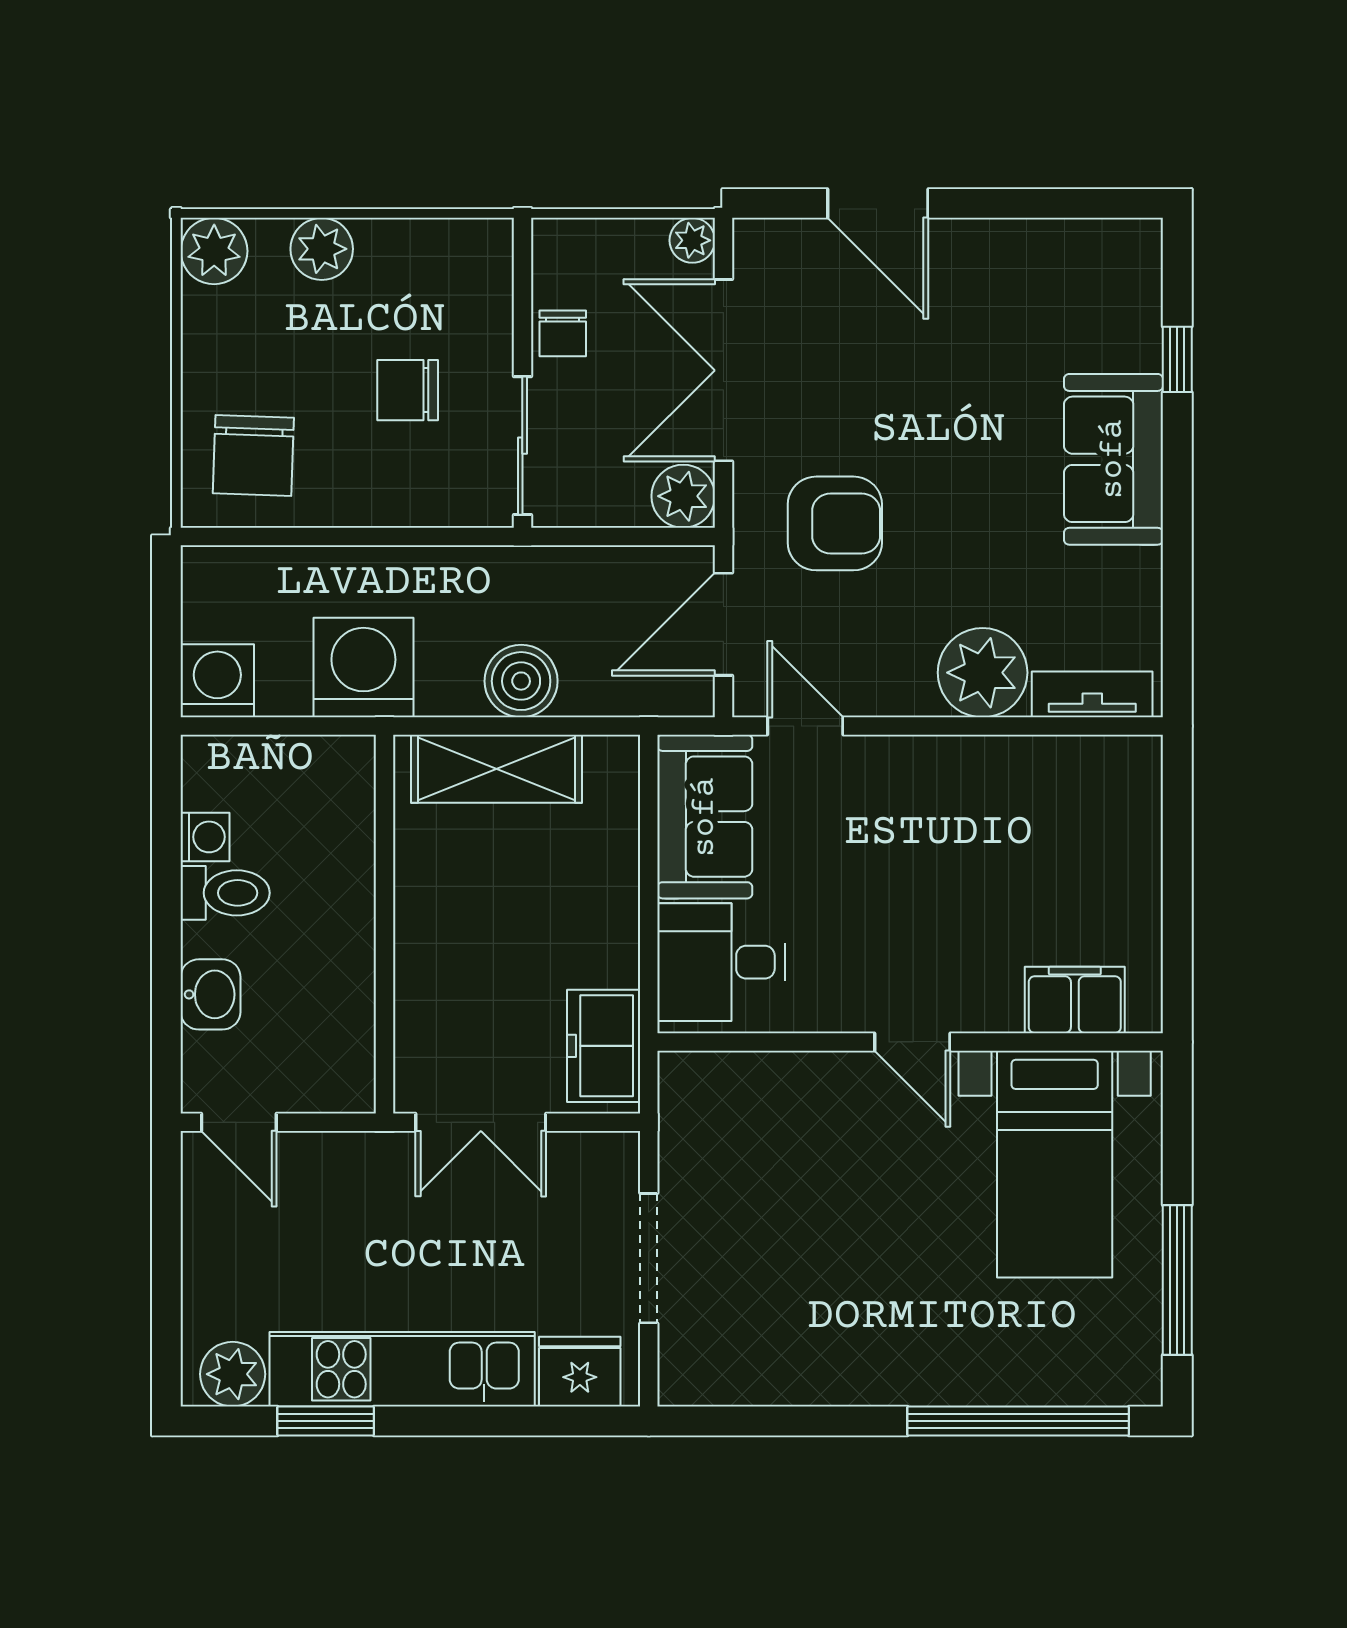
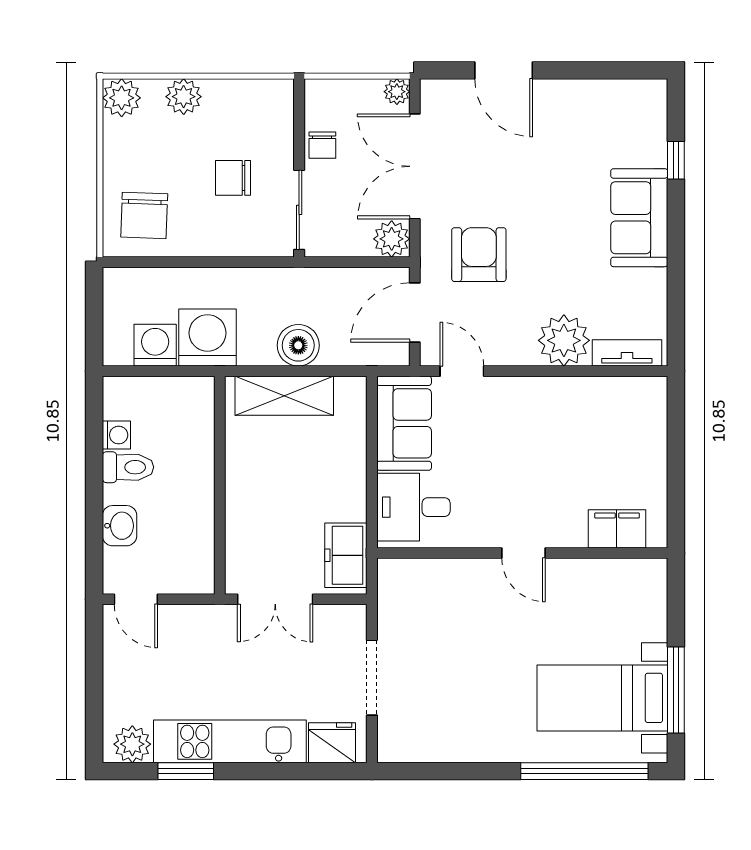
armchair: (835, 523) -> (479, 255), turned -90
washing machine: (217, 681) -> (155, 345), moved
bed with nightstands: (1055, 1164) -> (602, 698), moved, turned 90

